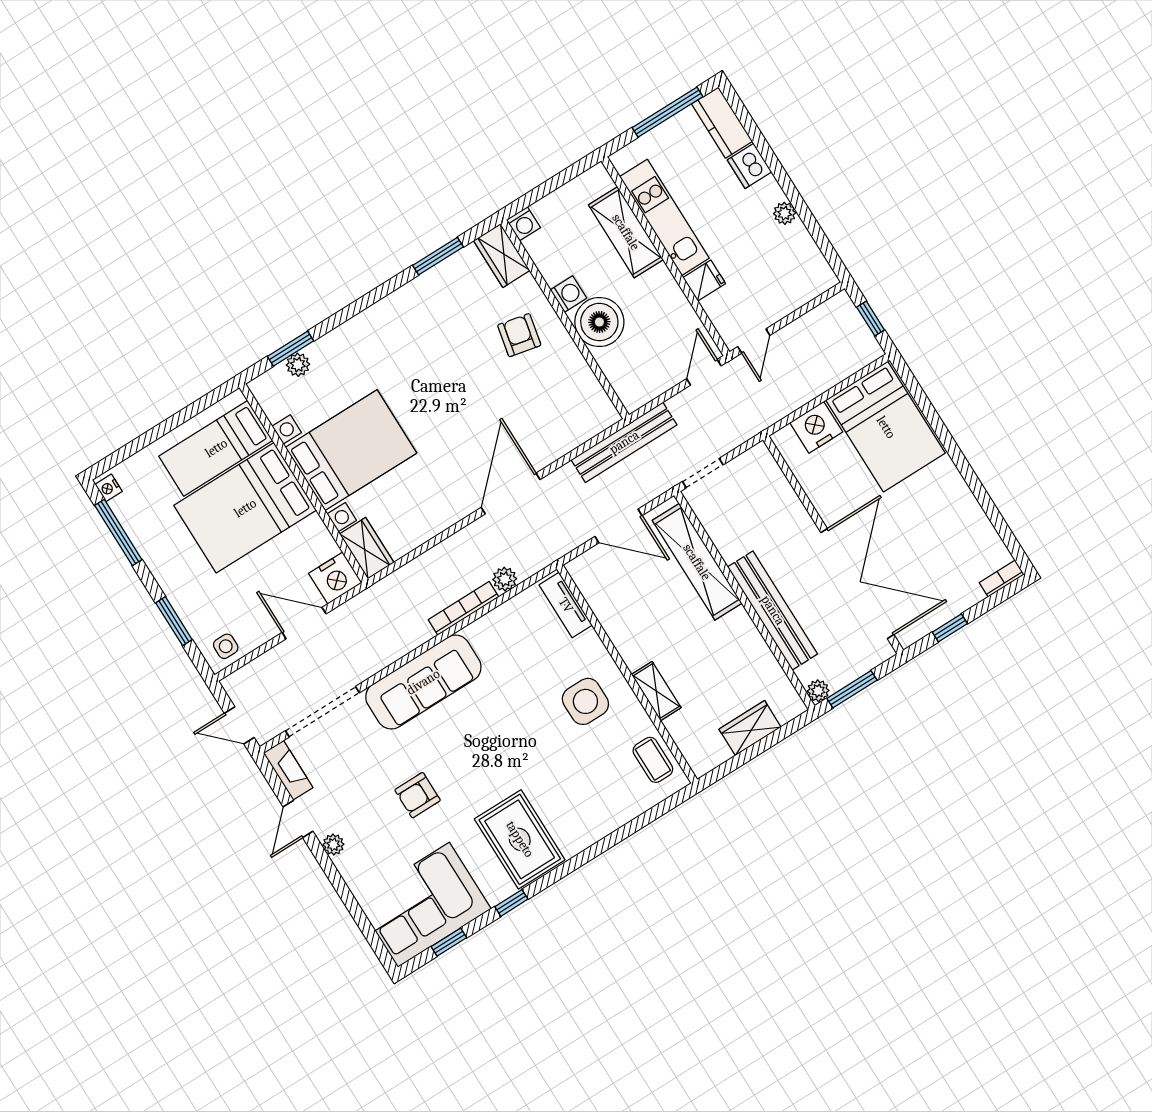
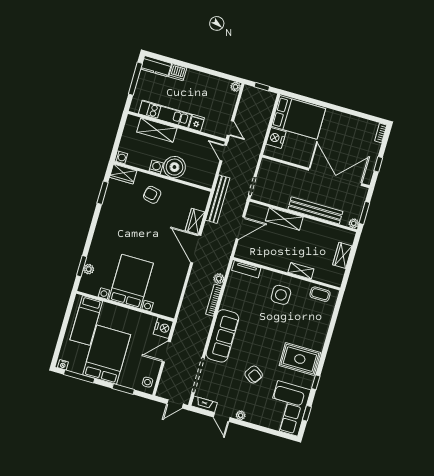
plant: (785, 213) -> (236, 87), moved
bed: (245, 508) -> (107, 355), moved, turned 180
wardrobe: (367, 548) -> (195, 221), moved, turned -90
shelving: (697, 562) -> (284, 219), width x0.68
armchair: (418, 795) -> (254, 375), turned -56

